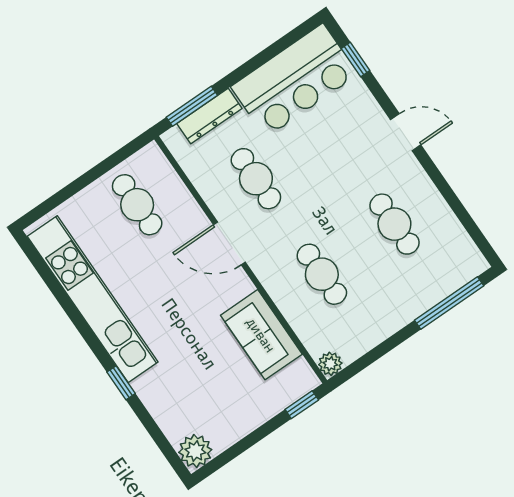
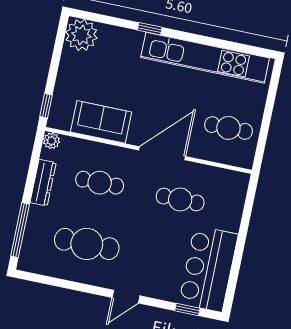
window: (192, 106) -> (249, 205), removed
dresser: (209, 116) -> (43, 183), moved, turned 180
cafe table: (394, 224) -> (87, 244), width x1.37, depth x1.35
door: (229, 243) -> (162, 153), width x1.36
plant: (195, 451) -> (81, 35), width x1.36, depth x1.36

